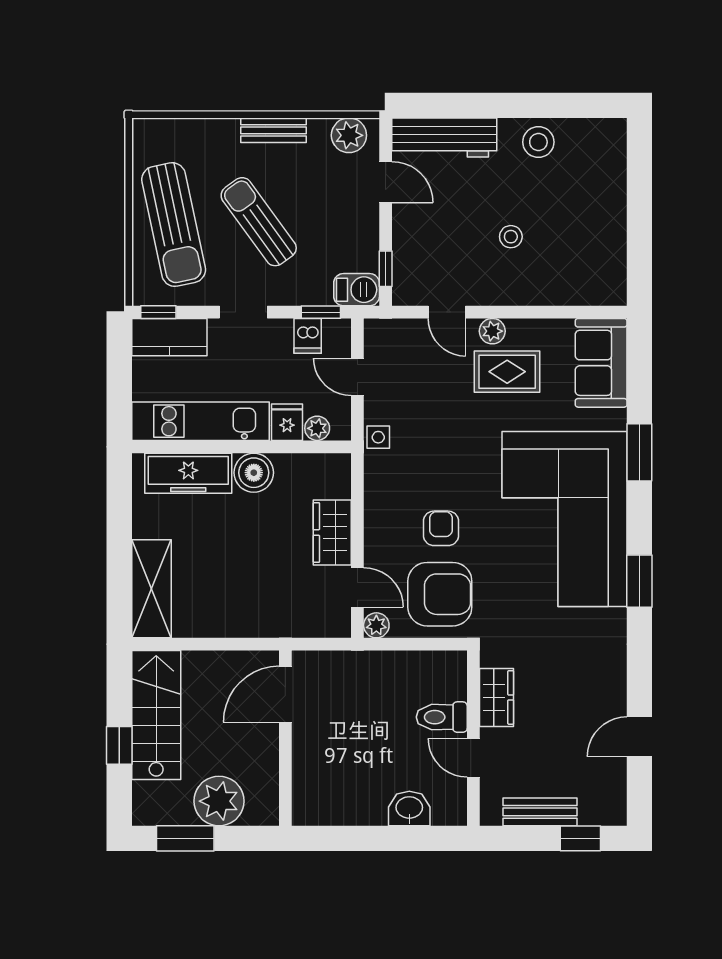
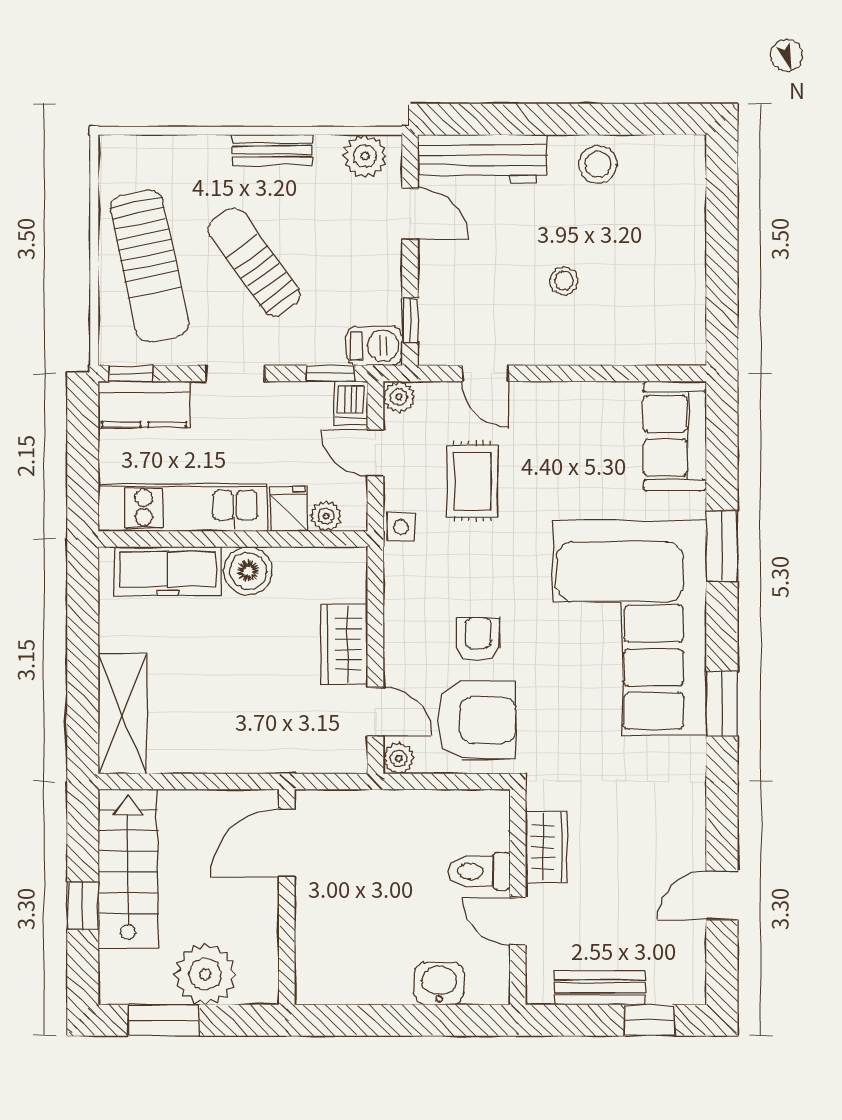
plant: (492, 331) -> (399, 397), moved
dishwasher: (308, 336) -> (351, 403), moved
rug: (507, 372) -> (472, 481), moved, turned 90

